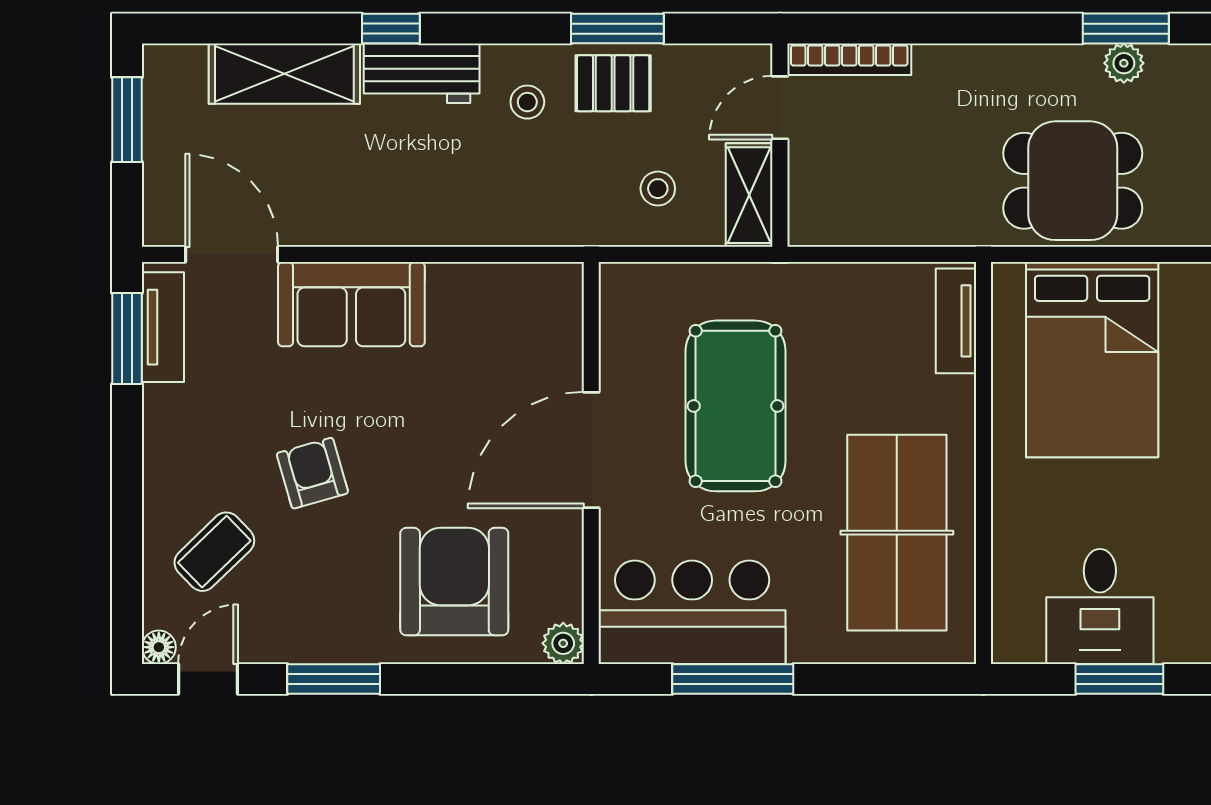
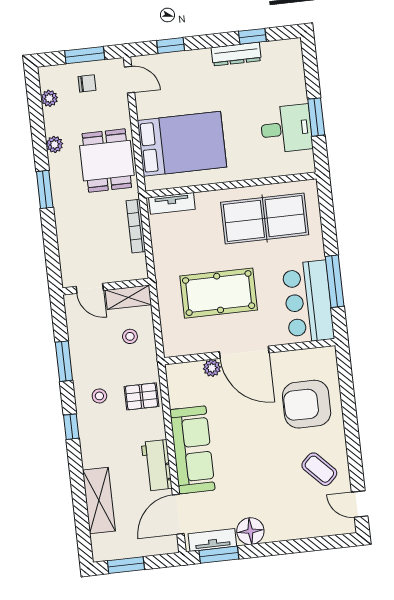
window: (391, 29) -> (71, 427), moved
window: (1126, 29) -> (45, 189), moved
bookcase: (849, 59) -> (136, 226), moved, turned 180
workbench: (422, 73) -> (157, 465), moved, turned 180
pallet: (613, 83) -> (142, 396), moved, turned 90
sofa: (351, 304) -> (192, 450), width x1.36
armchair: (312, 473) -> (267, 470), removed
coffee table: (214, 552) -> (319, 469), moved
plant: (563, 643) -> (212, 368), moved
floor lamp: (159, 647) -> (250, 531), moved, width x1.89, depth x1.89
window: (334, 679) -> (354, 451), removed

